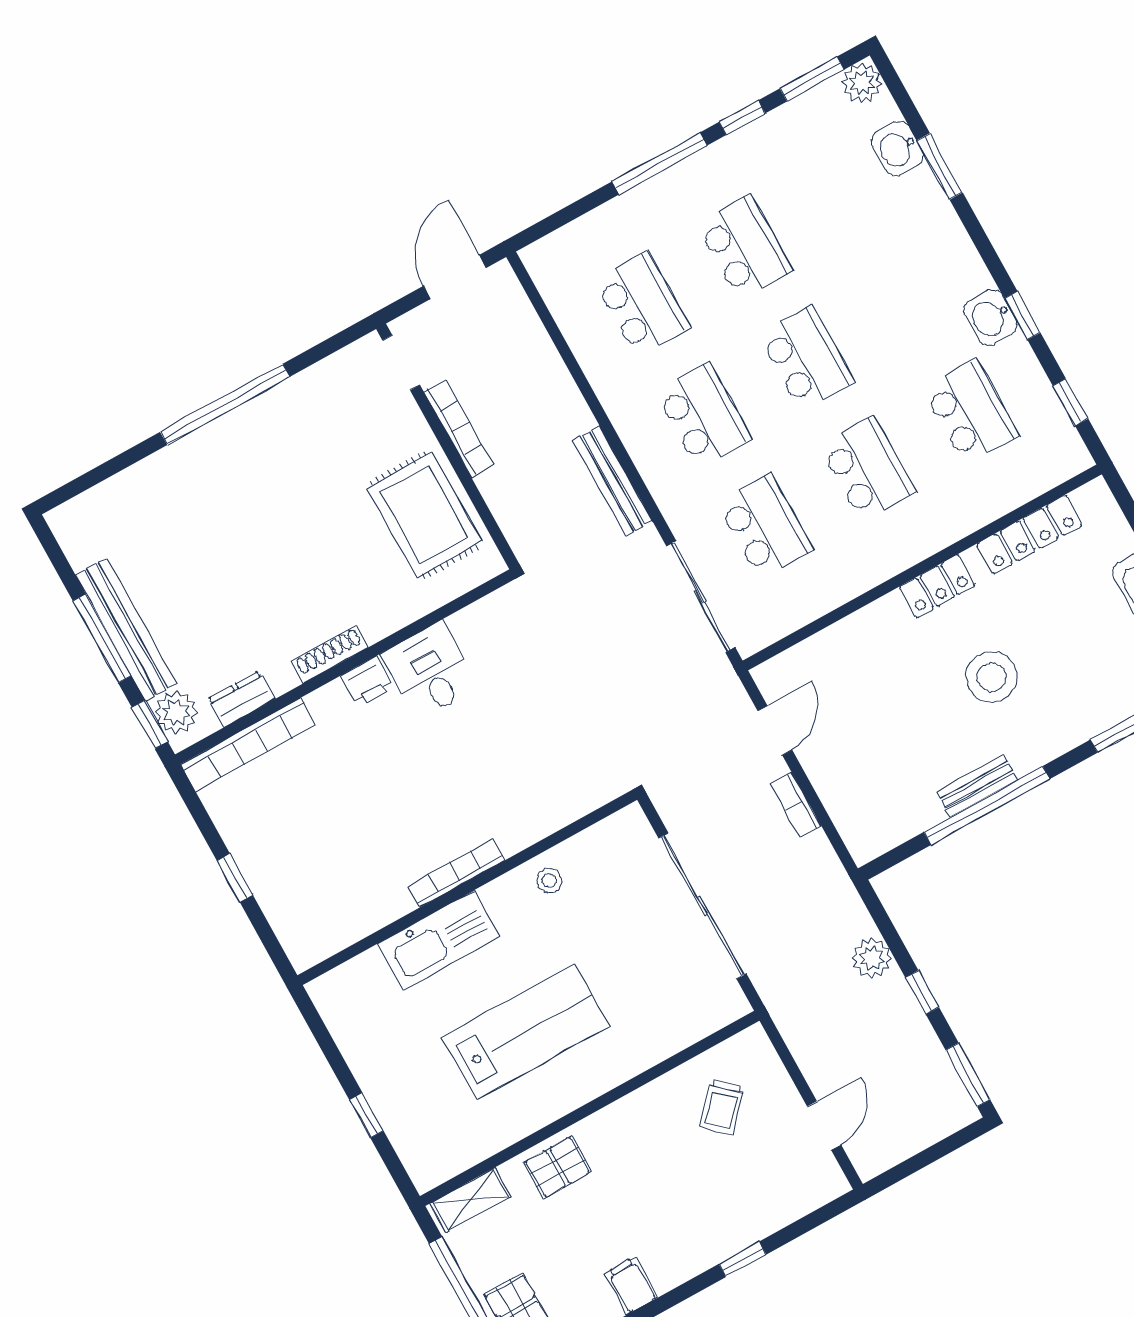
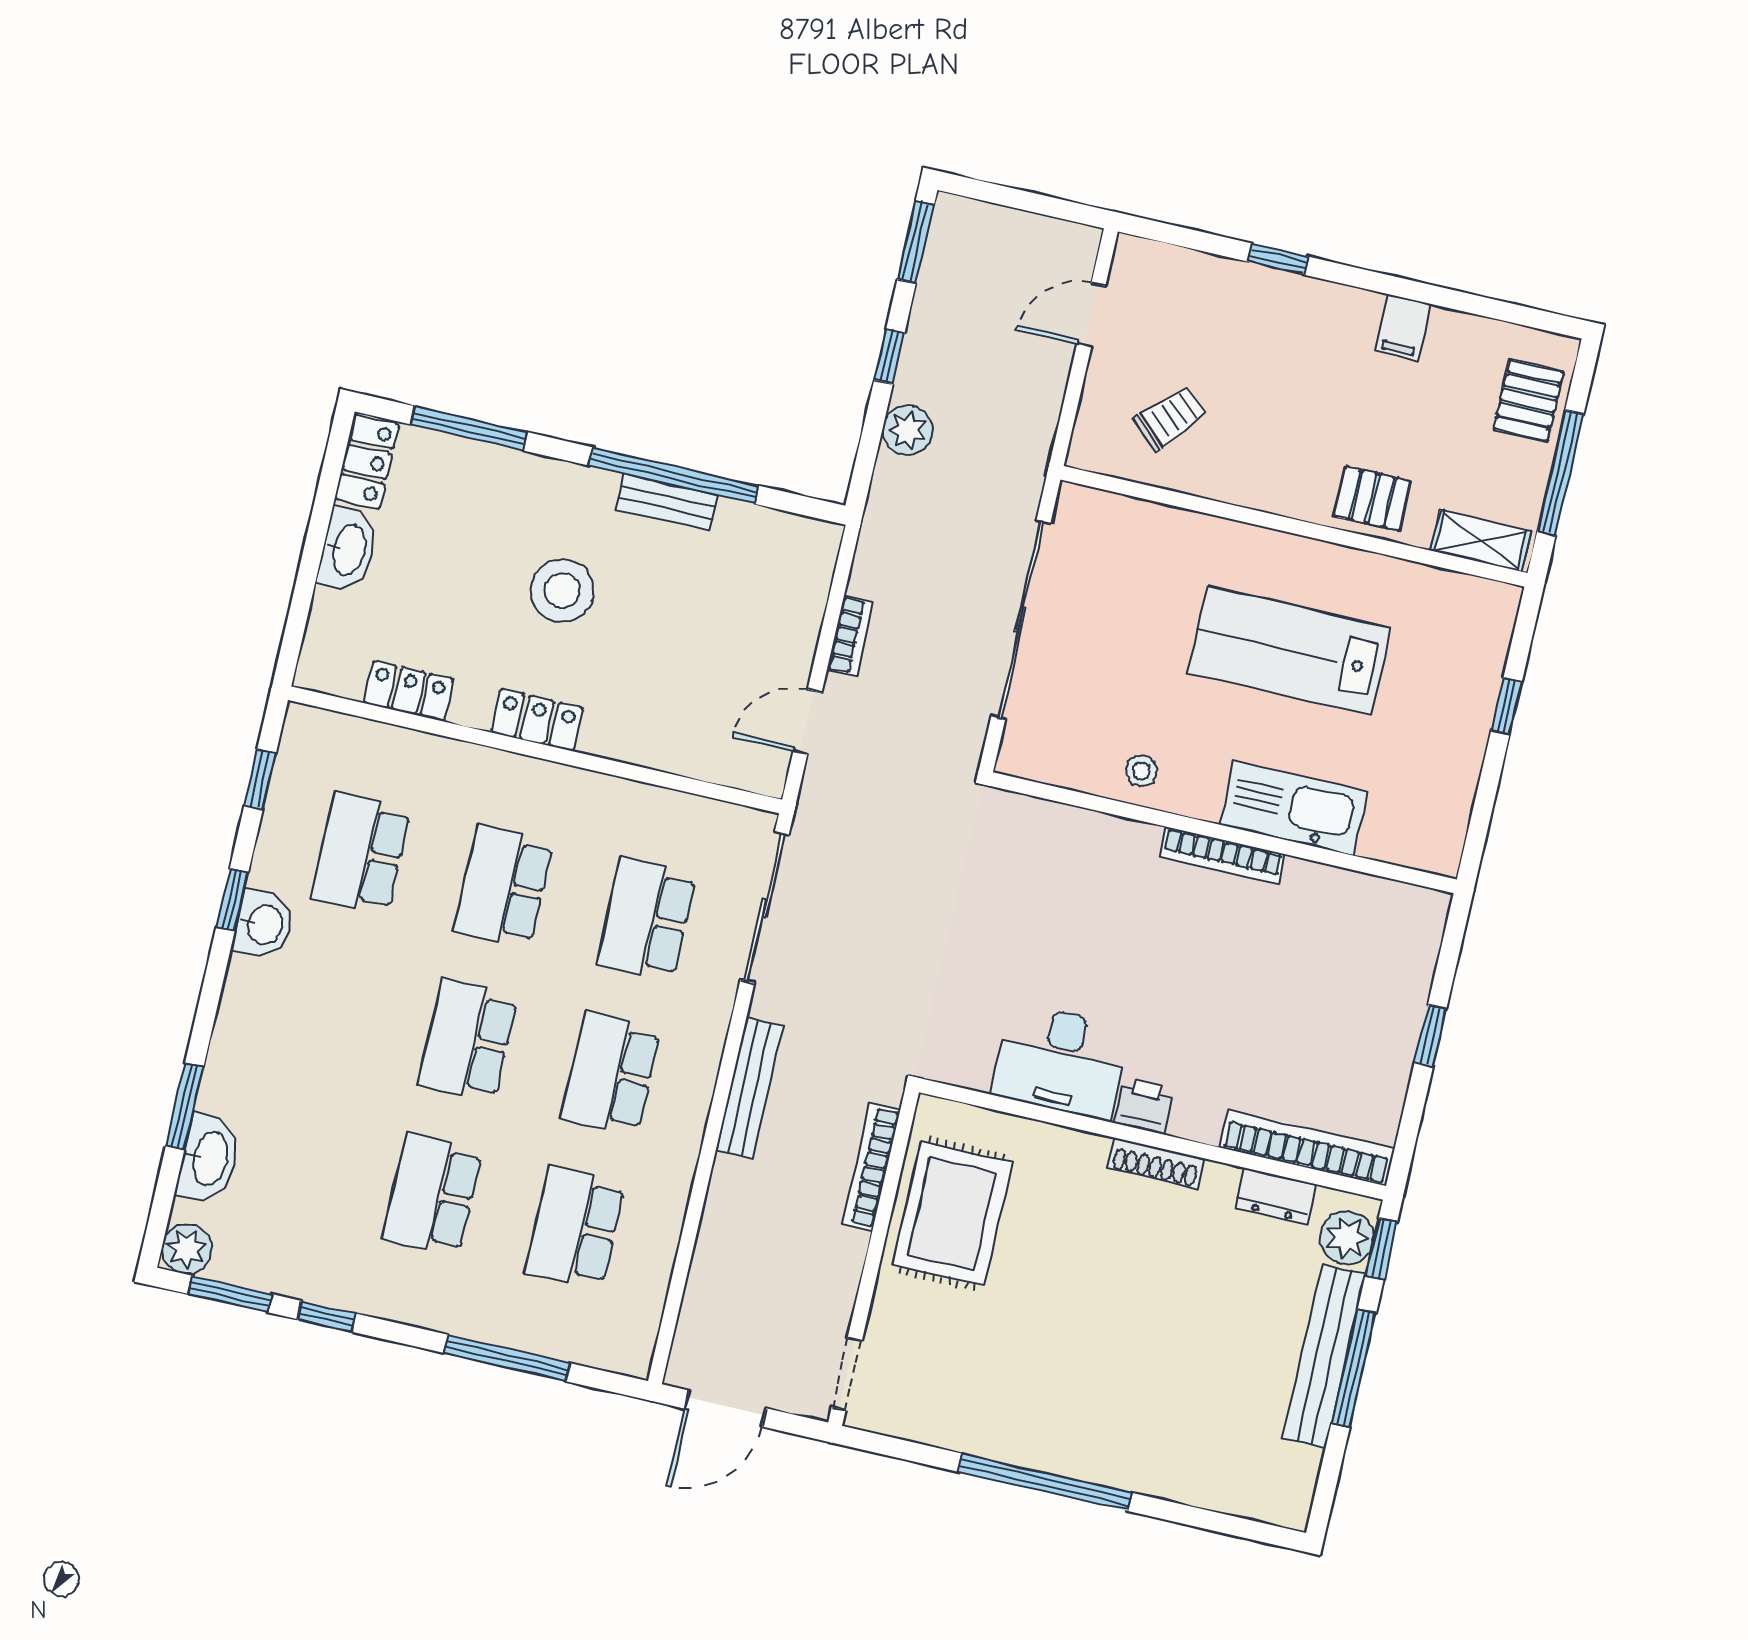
washbasin: (897, 148) -> (209, 1159), width x1.38
window: (659, 164) -> (507, 1358), moved
bookcase: (459, 428) -> (871, 1167), moved
locker: (1029, 535) -> (409, 691), width x0.66
desk: (430, 671) -> (1061, 1061), width x1.37

